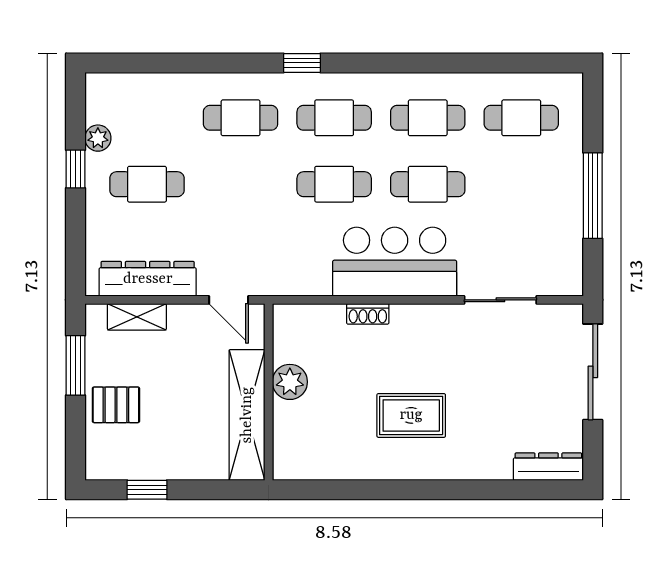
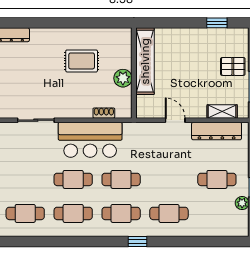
plant: (290, 382) -> (123, 78), moved
wall: (269, 392) -> (134, 73), moved
shelving: (247, 415) -> (145, 61), moved

